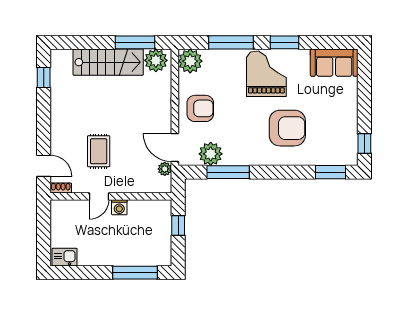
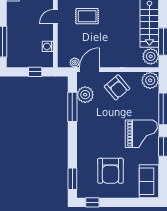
armchair: (200, 108) -> (117, 87), turned -40
armchair: (287, 128) -> (110, 171), moved
door: (99, 196) -> (55, 16), hinge flipped
washing machine: (119, 207) -> (48, 46), moved

